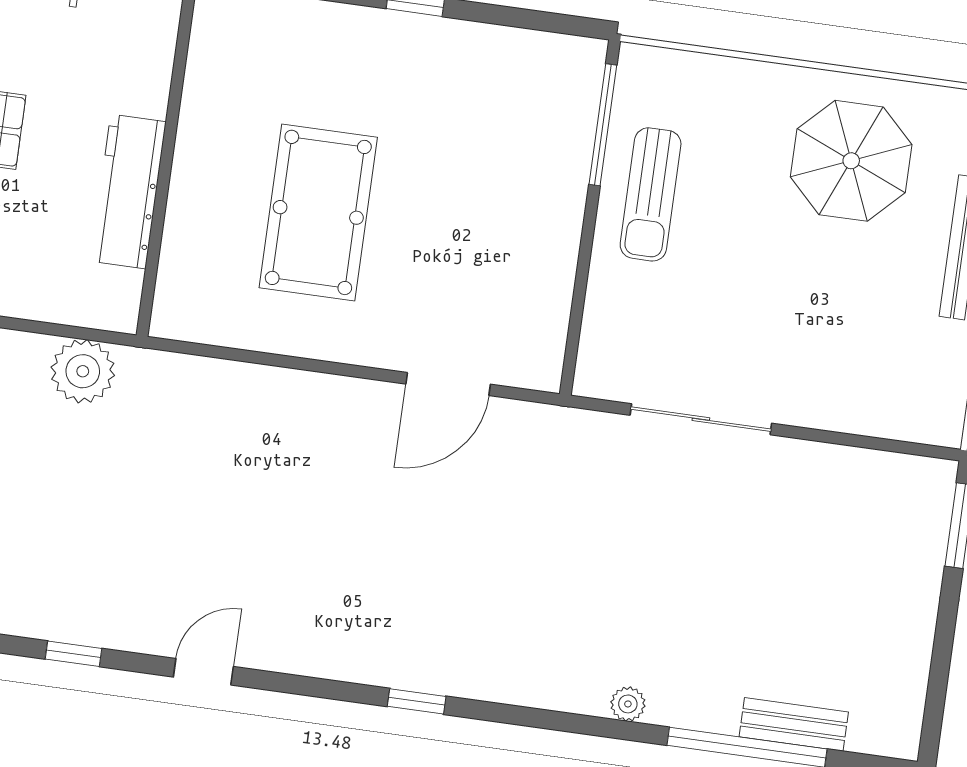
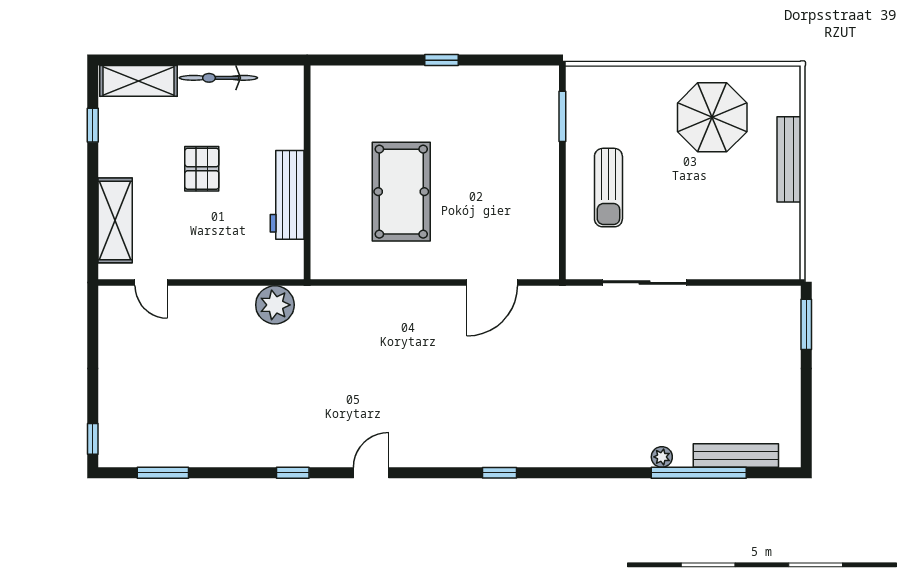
window: (603, 125) -> (562, 116), width x0.69
sun lounger: (651, 194) -> (608, 188), moved
plant: (628, 704) -> (662, 457), moved
bench: (794, 724) -> (736, 455), width x1.36

